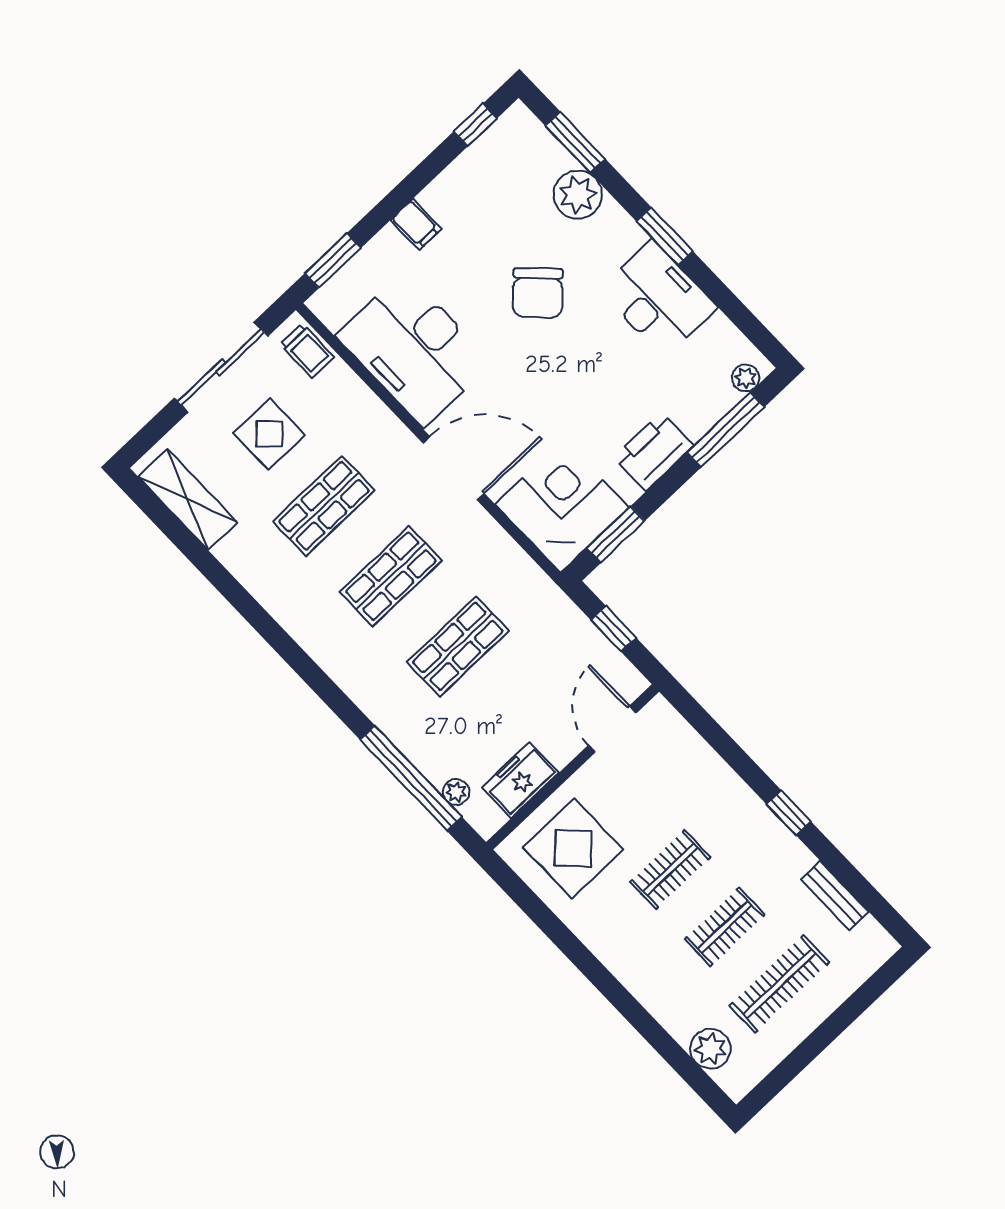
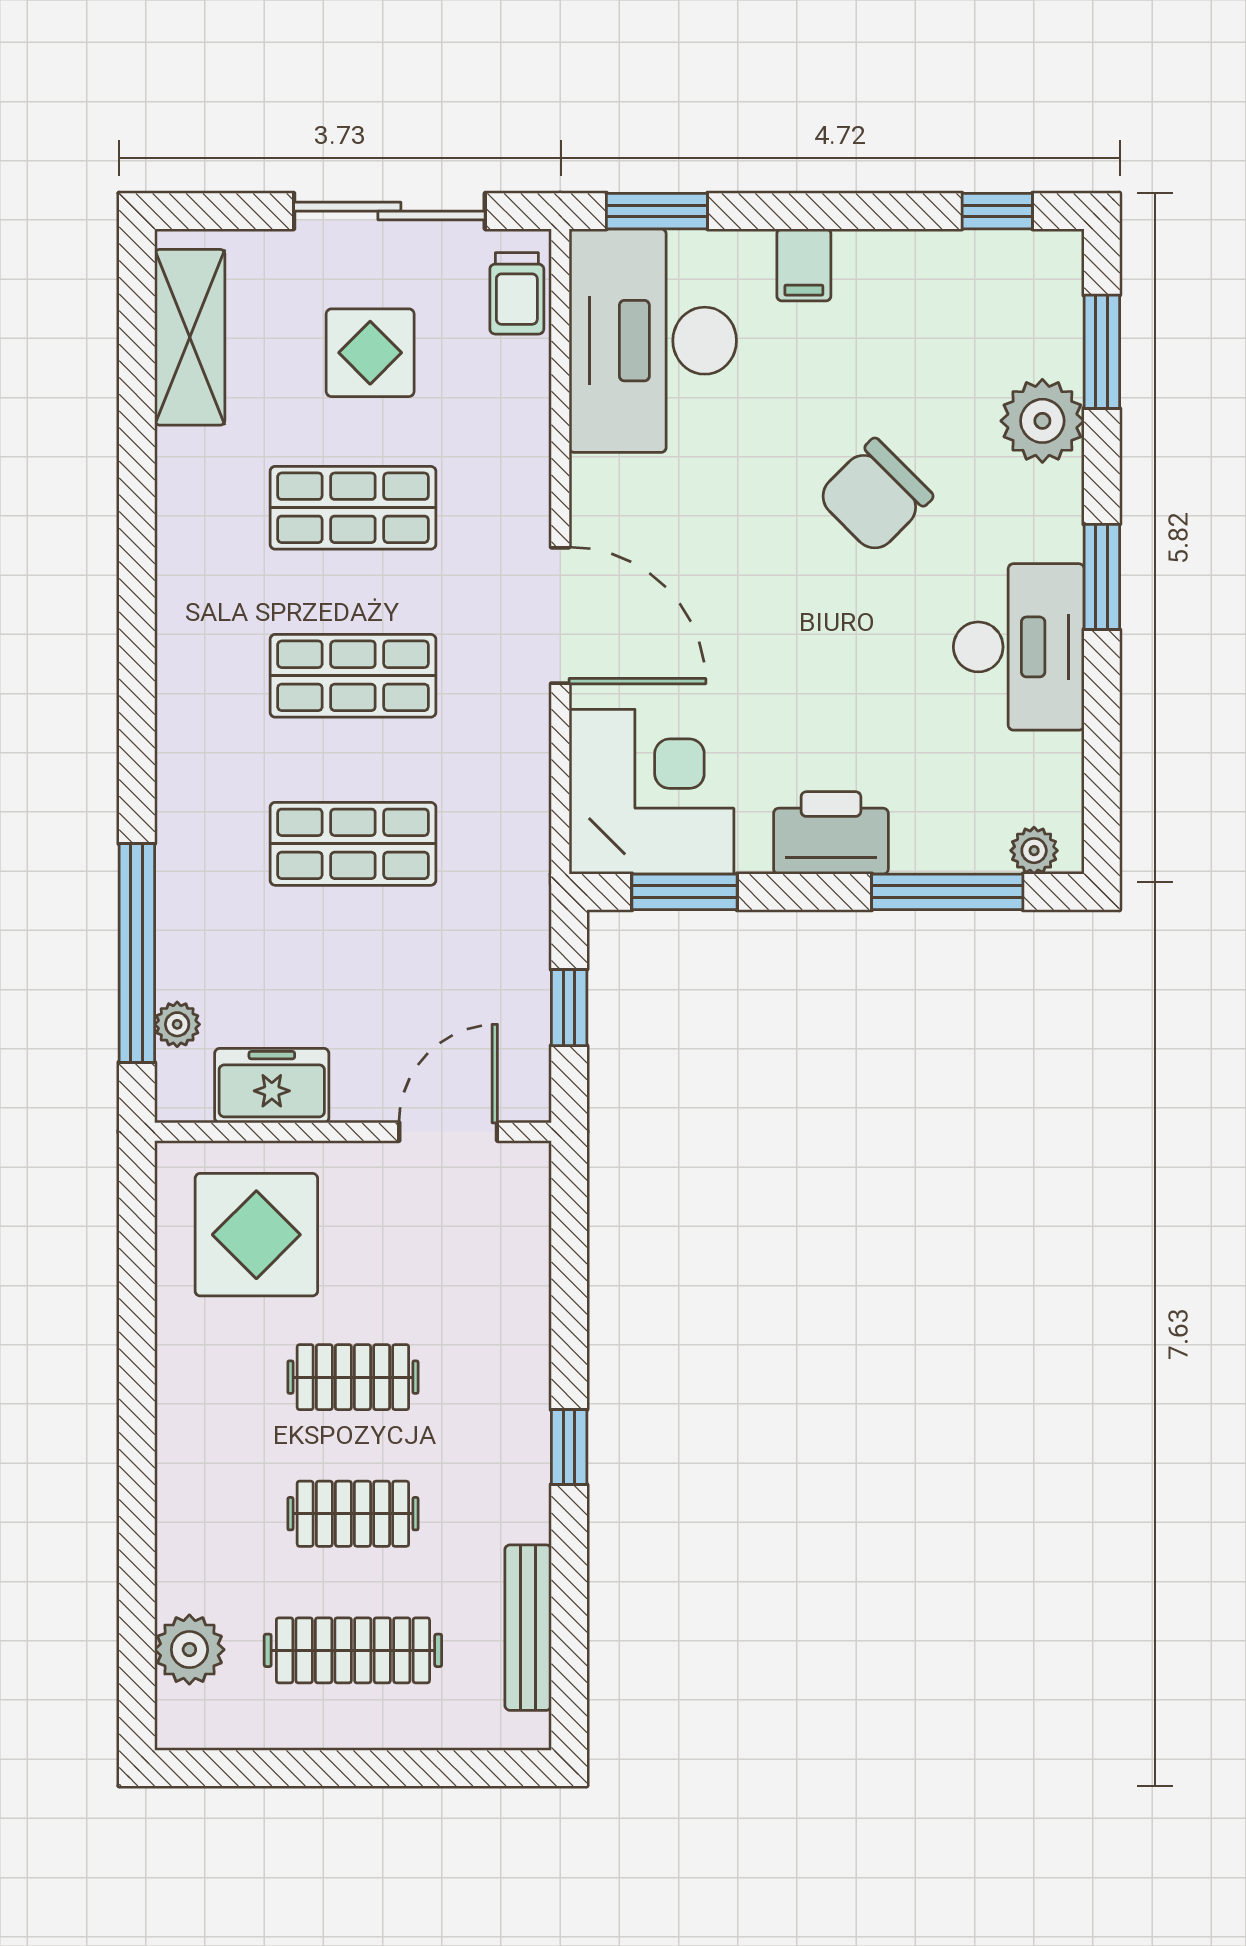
desk: (414, 349) -> (653, 341), moved
bench: (835, 895) -> (528, 1628), width x1.36

